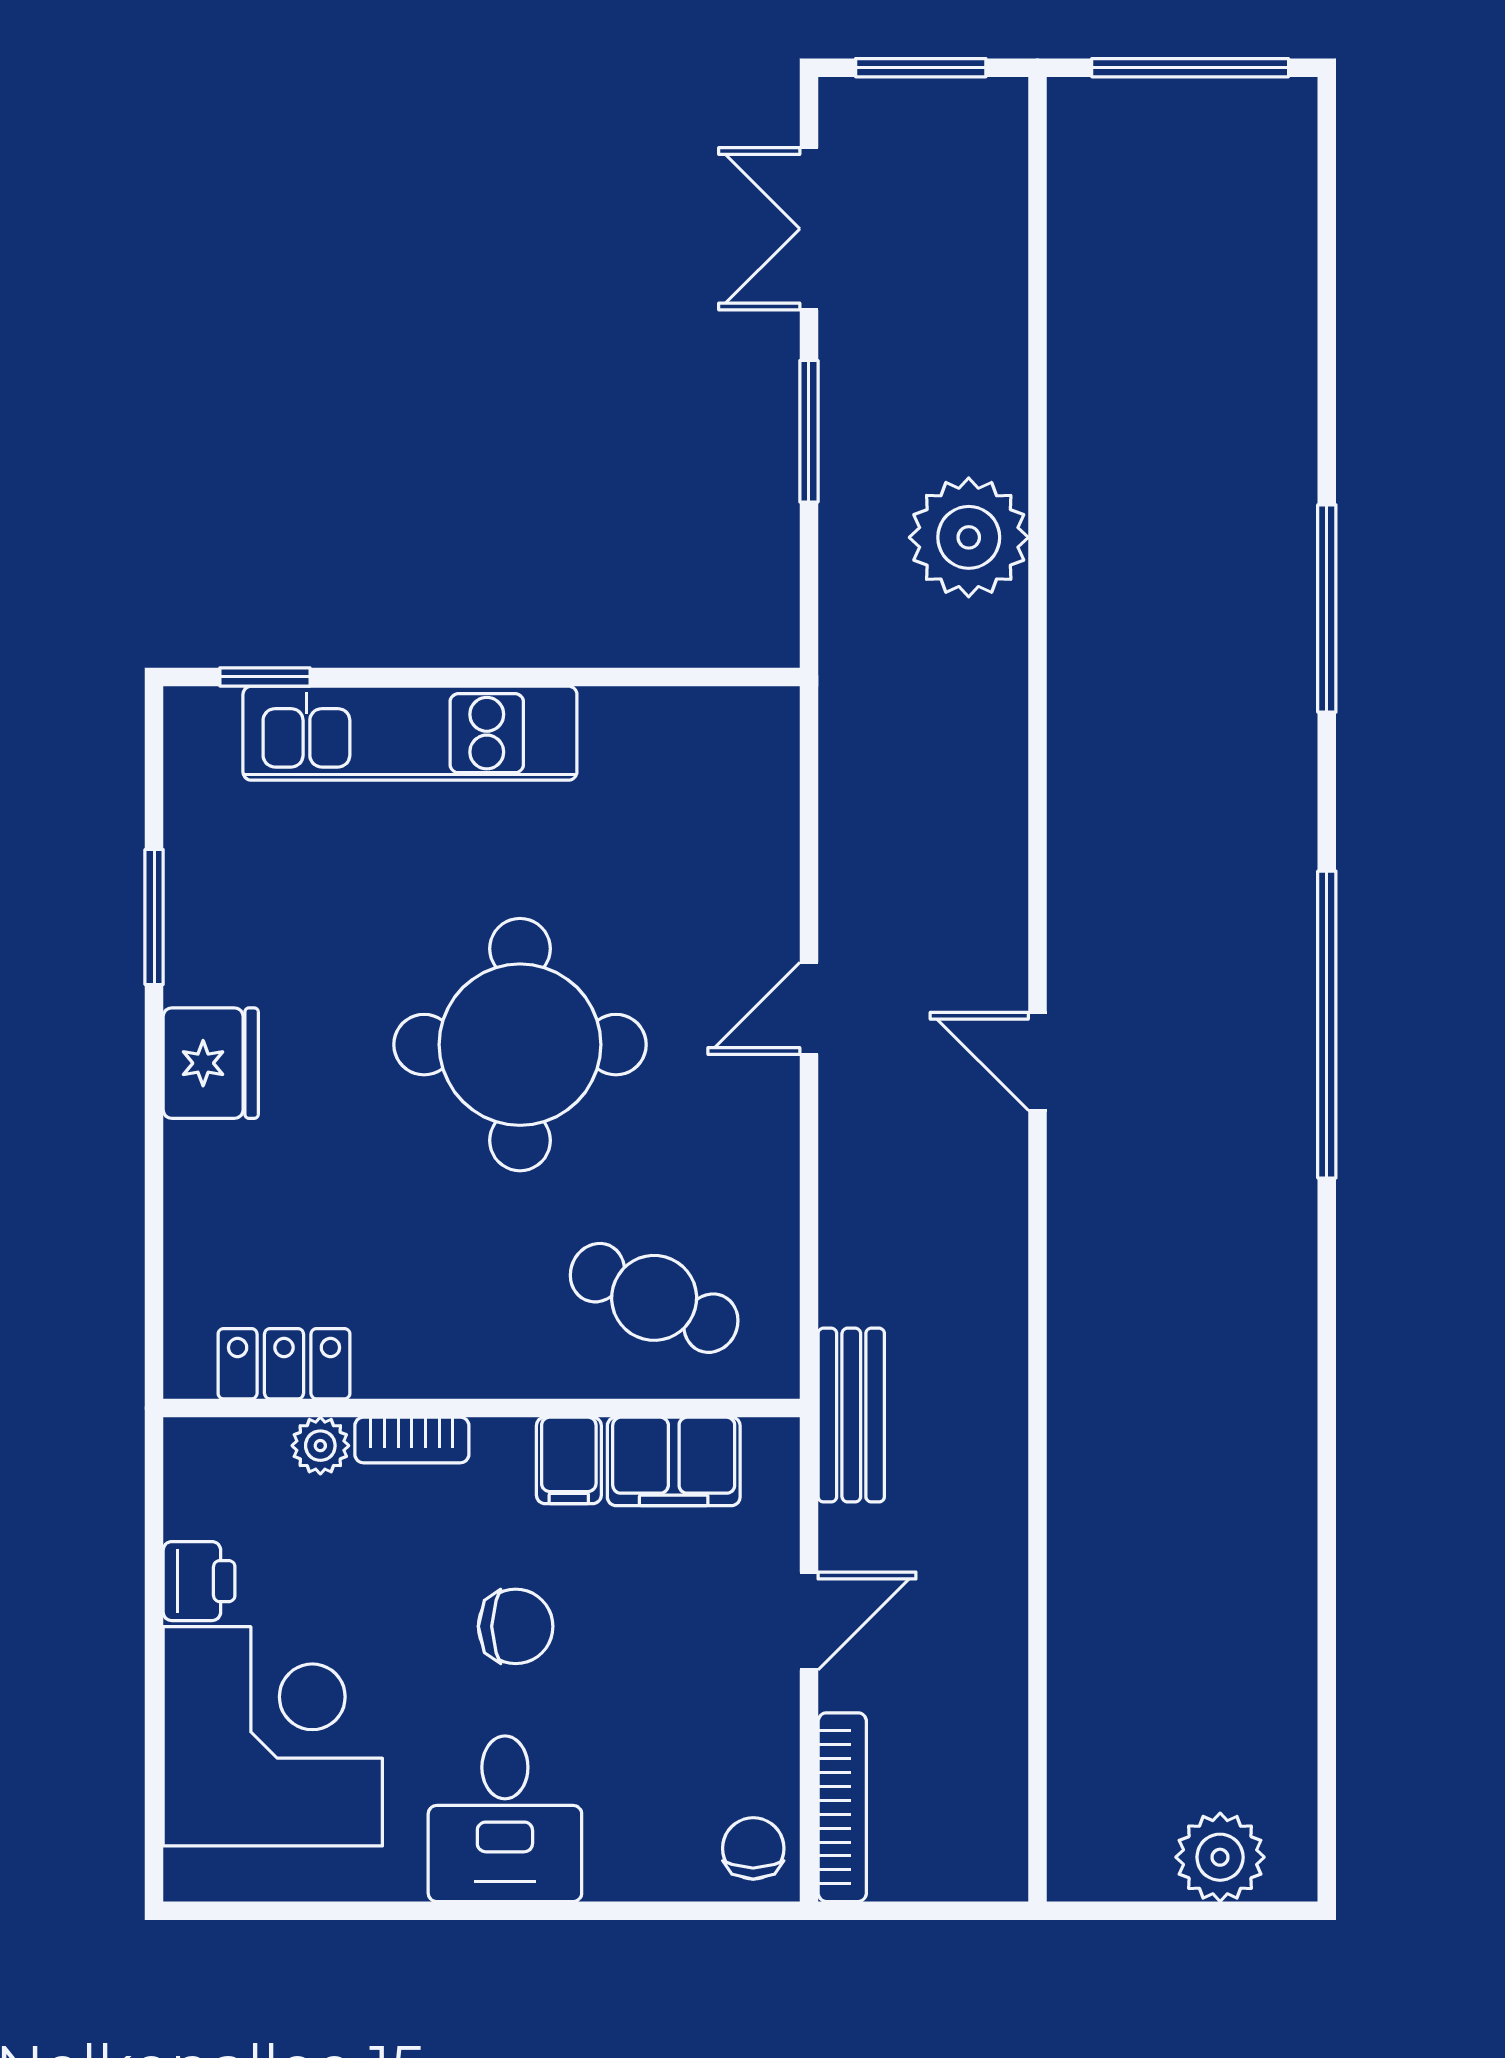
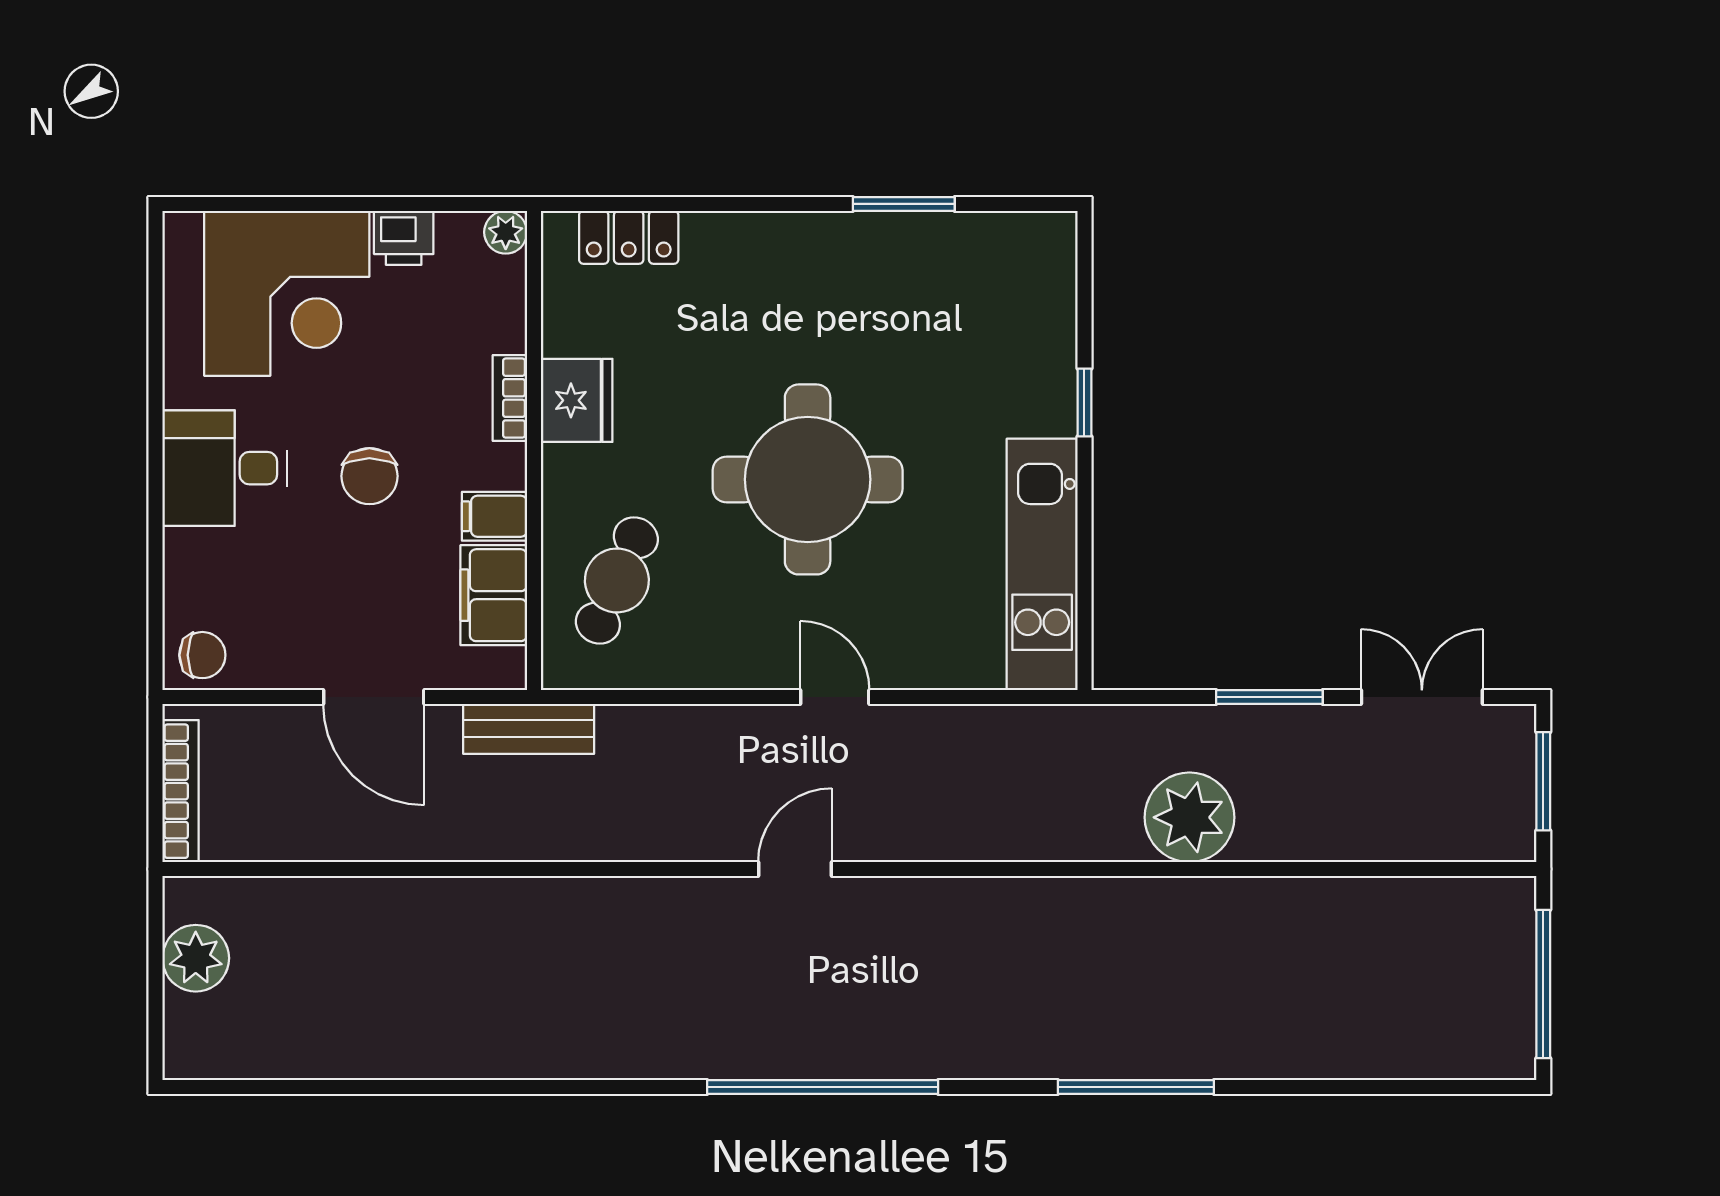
window: (265, 677) -> (1084, 402), moved
kitchen unit: (410, 733) -> (1042, 564), moved
fridge: (211, 1063) -> (577, 400), moved, turned -90
locker: (284, 1364) -> (629, 237), moved, turned 90
plant: (320, 1446) -> (506, 232), moved
door: (809, 1621) -> (374, 697), width x1.38
bookcase: (842, 1807) -> (181, 791), moved, turned -90
plant: (1220, 1857) -> (196, 958), moved

